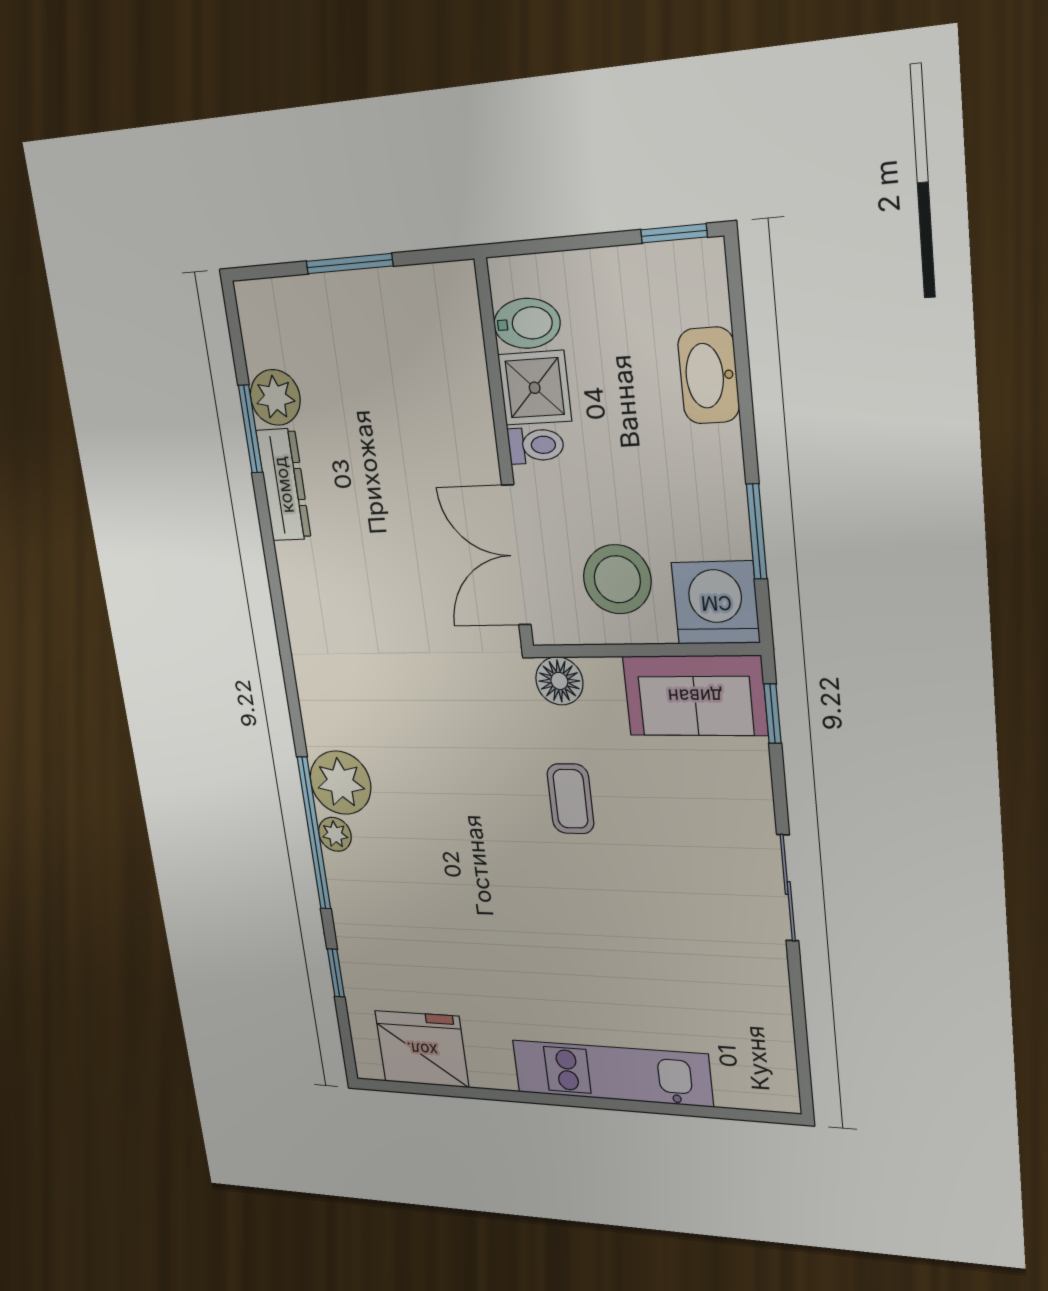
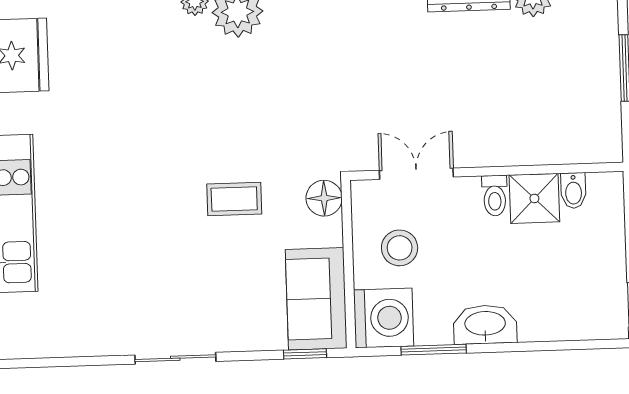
bidet: (527, 323) -> (573, 191), width x0.72, depth x0.74
washbasin: (709, 376) -> (485, 324), moved
double door: (516, 555) -> (416, 174), width x0.73
stool: (617, 579) -> (400, 248), width x0.73, depth x0.73

